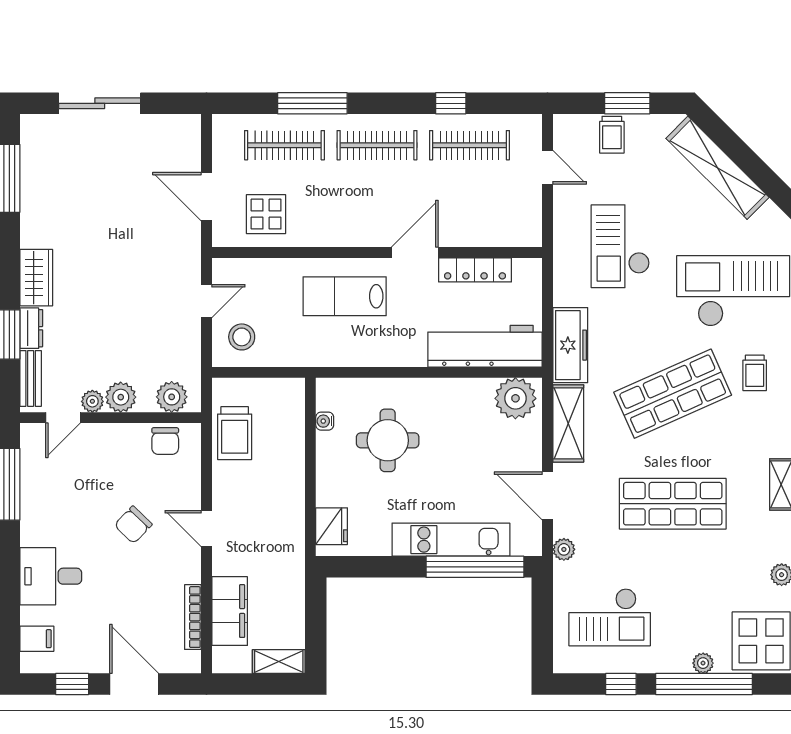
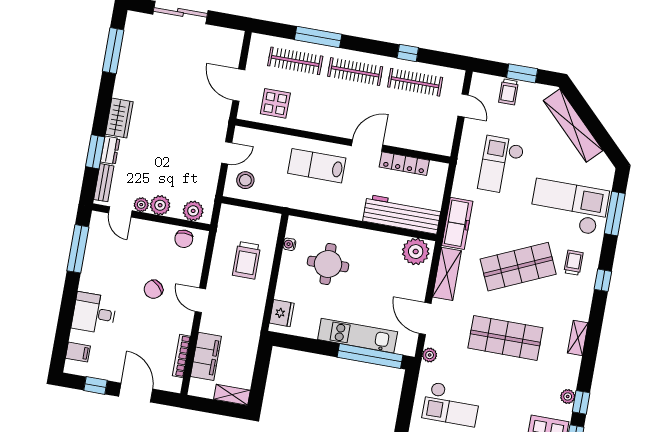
trolley: (755, 373) -> (574, 263), turned 180
door: (63, 418) -> (120, 212), hinge flipped
trolley: (235, 433) -> (247, 260), moved

